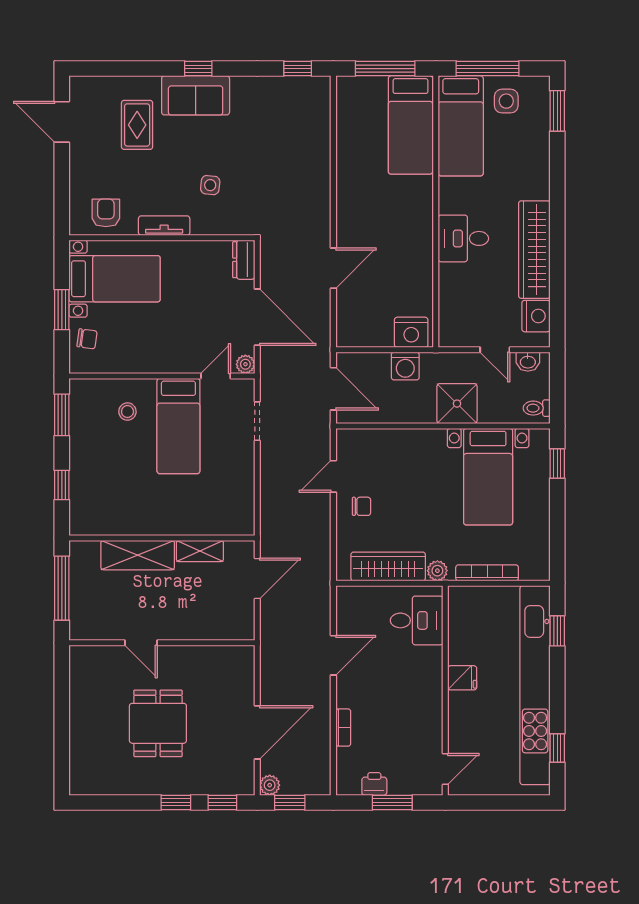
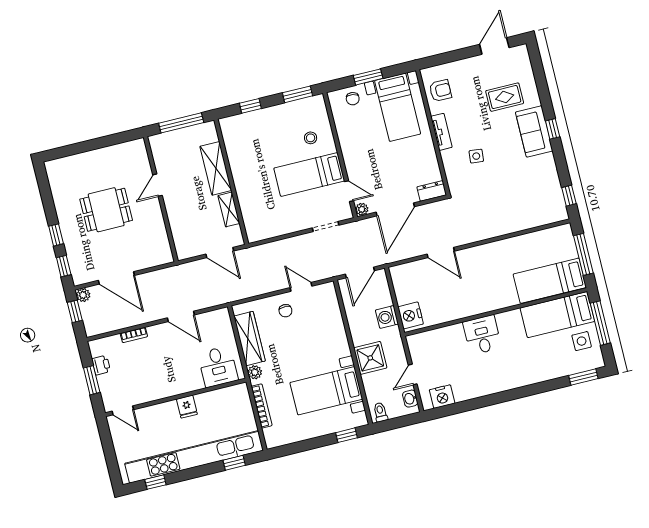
wardrobe: (534, 250) -> (486, 384), removed

